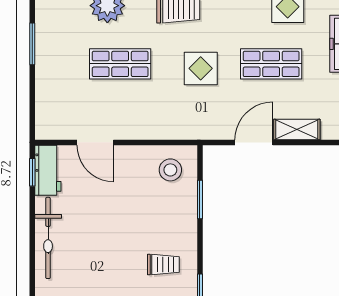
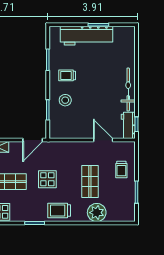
shop shelf: (120, 64) -> (90, 182), turned 90
trolley: (61, 87) -> (121, 169), added
door: (254, 142) -> (33, 140), moved
stool: (170, 170) -> (65, 100), moved

